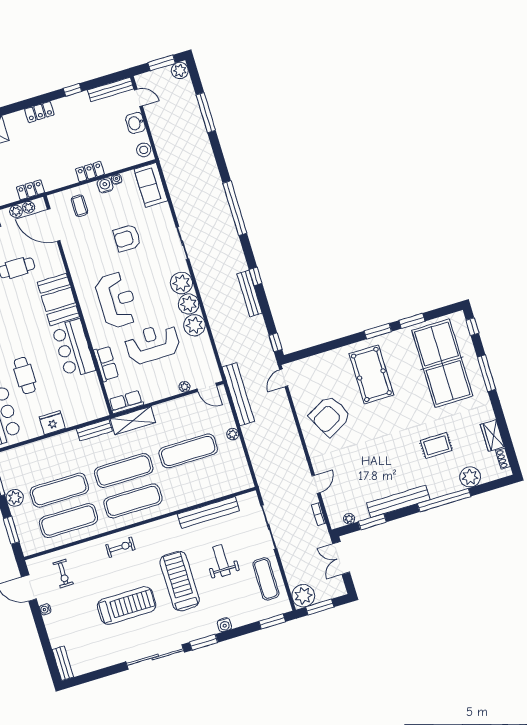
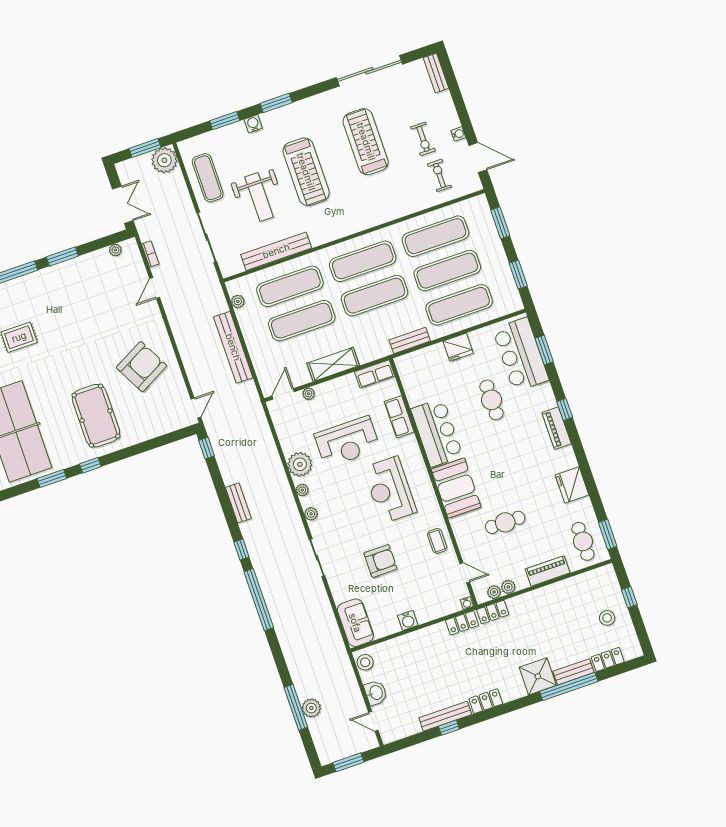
plant: (180, 71) -> (311, 708), moved
bench: (111, 89) -> (445, 716), moved
locker: (90, 172) -> (462, 623), moved
water cooler: (117, 179) -> (467, 603), moved
coffee table: (79, 206) -> (437, 541), moved
door: (54, 225) -> (465, 573), width x0.53
window: (256, 276) -> (241, 549), moved
plant: (181, 283) -> (311, 514), width x0.53, depth x0.53
bench: (250, 293) -> (238, 503), width x0.73
plant: (189, 304) -> (302, 490), width x0.53, depth x0.53
window: (378, 331) -> (90, 465), width x0.67
door: (207, 387) -> (283, 394), hinge flipped
bench: (238, 394) -> (233, 347), moved
shelving: (133, 421) -> (333, 364), moved
plant: (233, 434) -> (238, 301), moved
exercise mat: (50, 460) -> (459, 305), added
exercise mat: (197, 481) -> (290, 286), added
plant: (15, 498) -> (498, 260), removed
bench: (398, 501) -> (60, 272), removed
window: (372, 522) -> (62, 257), moved
exercise bike: (121, 547) -> (423, 139), moved, turned -90
weight bench: (222, 561) -> (259, 197), width x1.36, depth x1.33
treadmill: (127, 605) -> (366, 142), turned 90
window: (272, 621) -> (225, 121), moved
sliding door: (155, 657) -> (369, 71), moved

